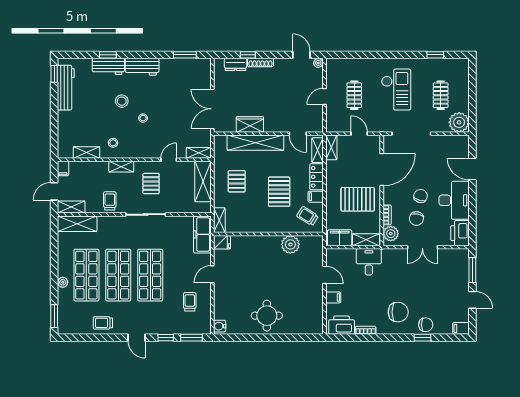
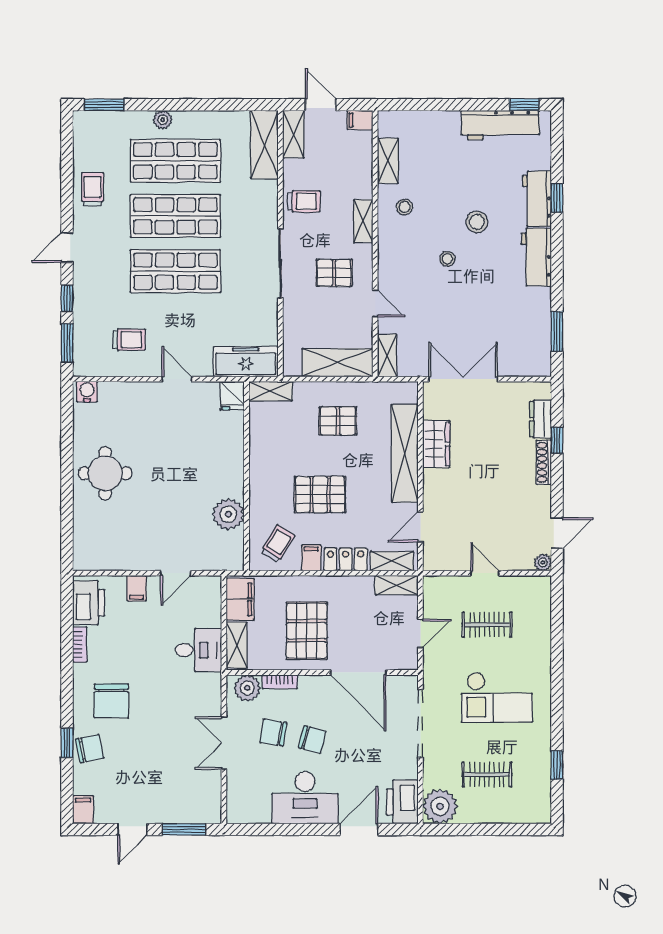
printer: (460, 233) -> (402, 802), moved, turned -90
chair: (426, 325) -> (89, 749), turned -102

